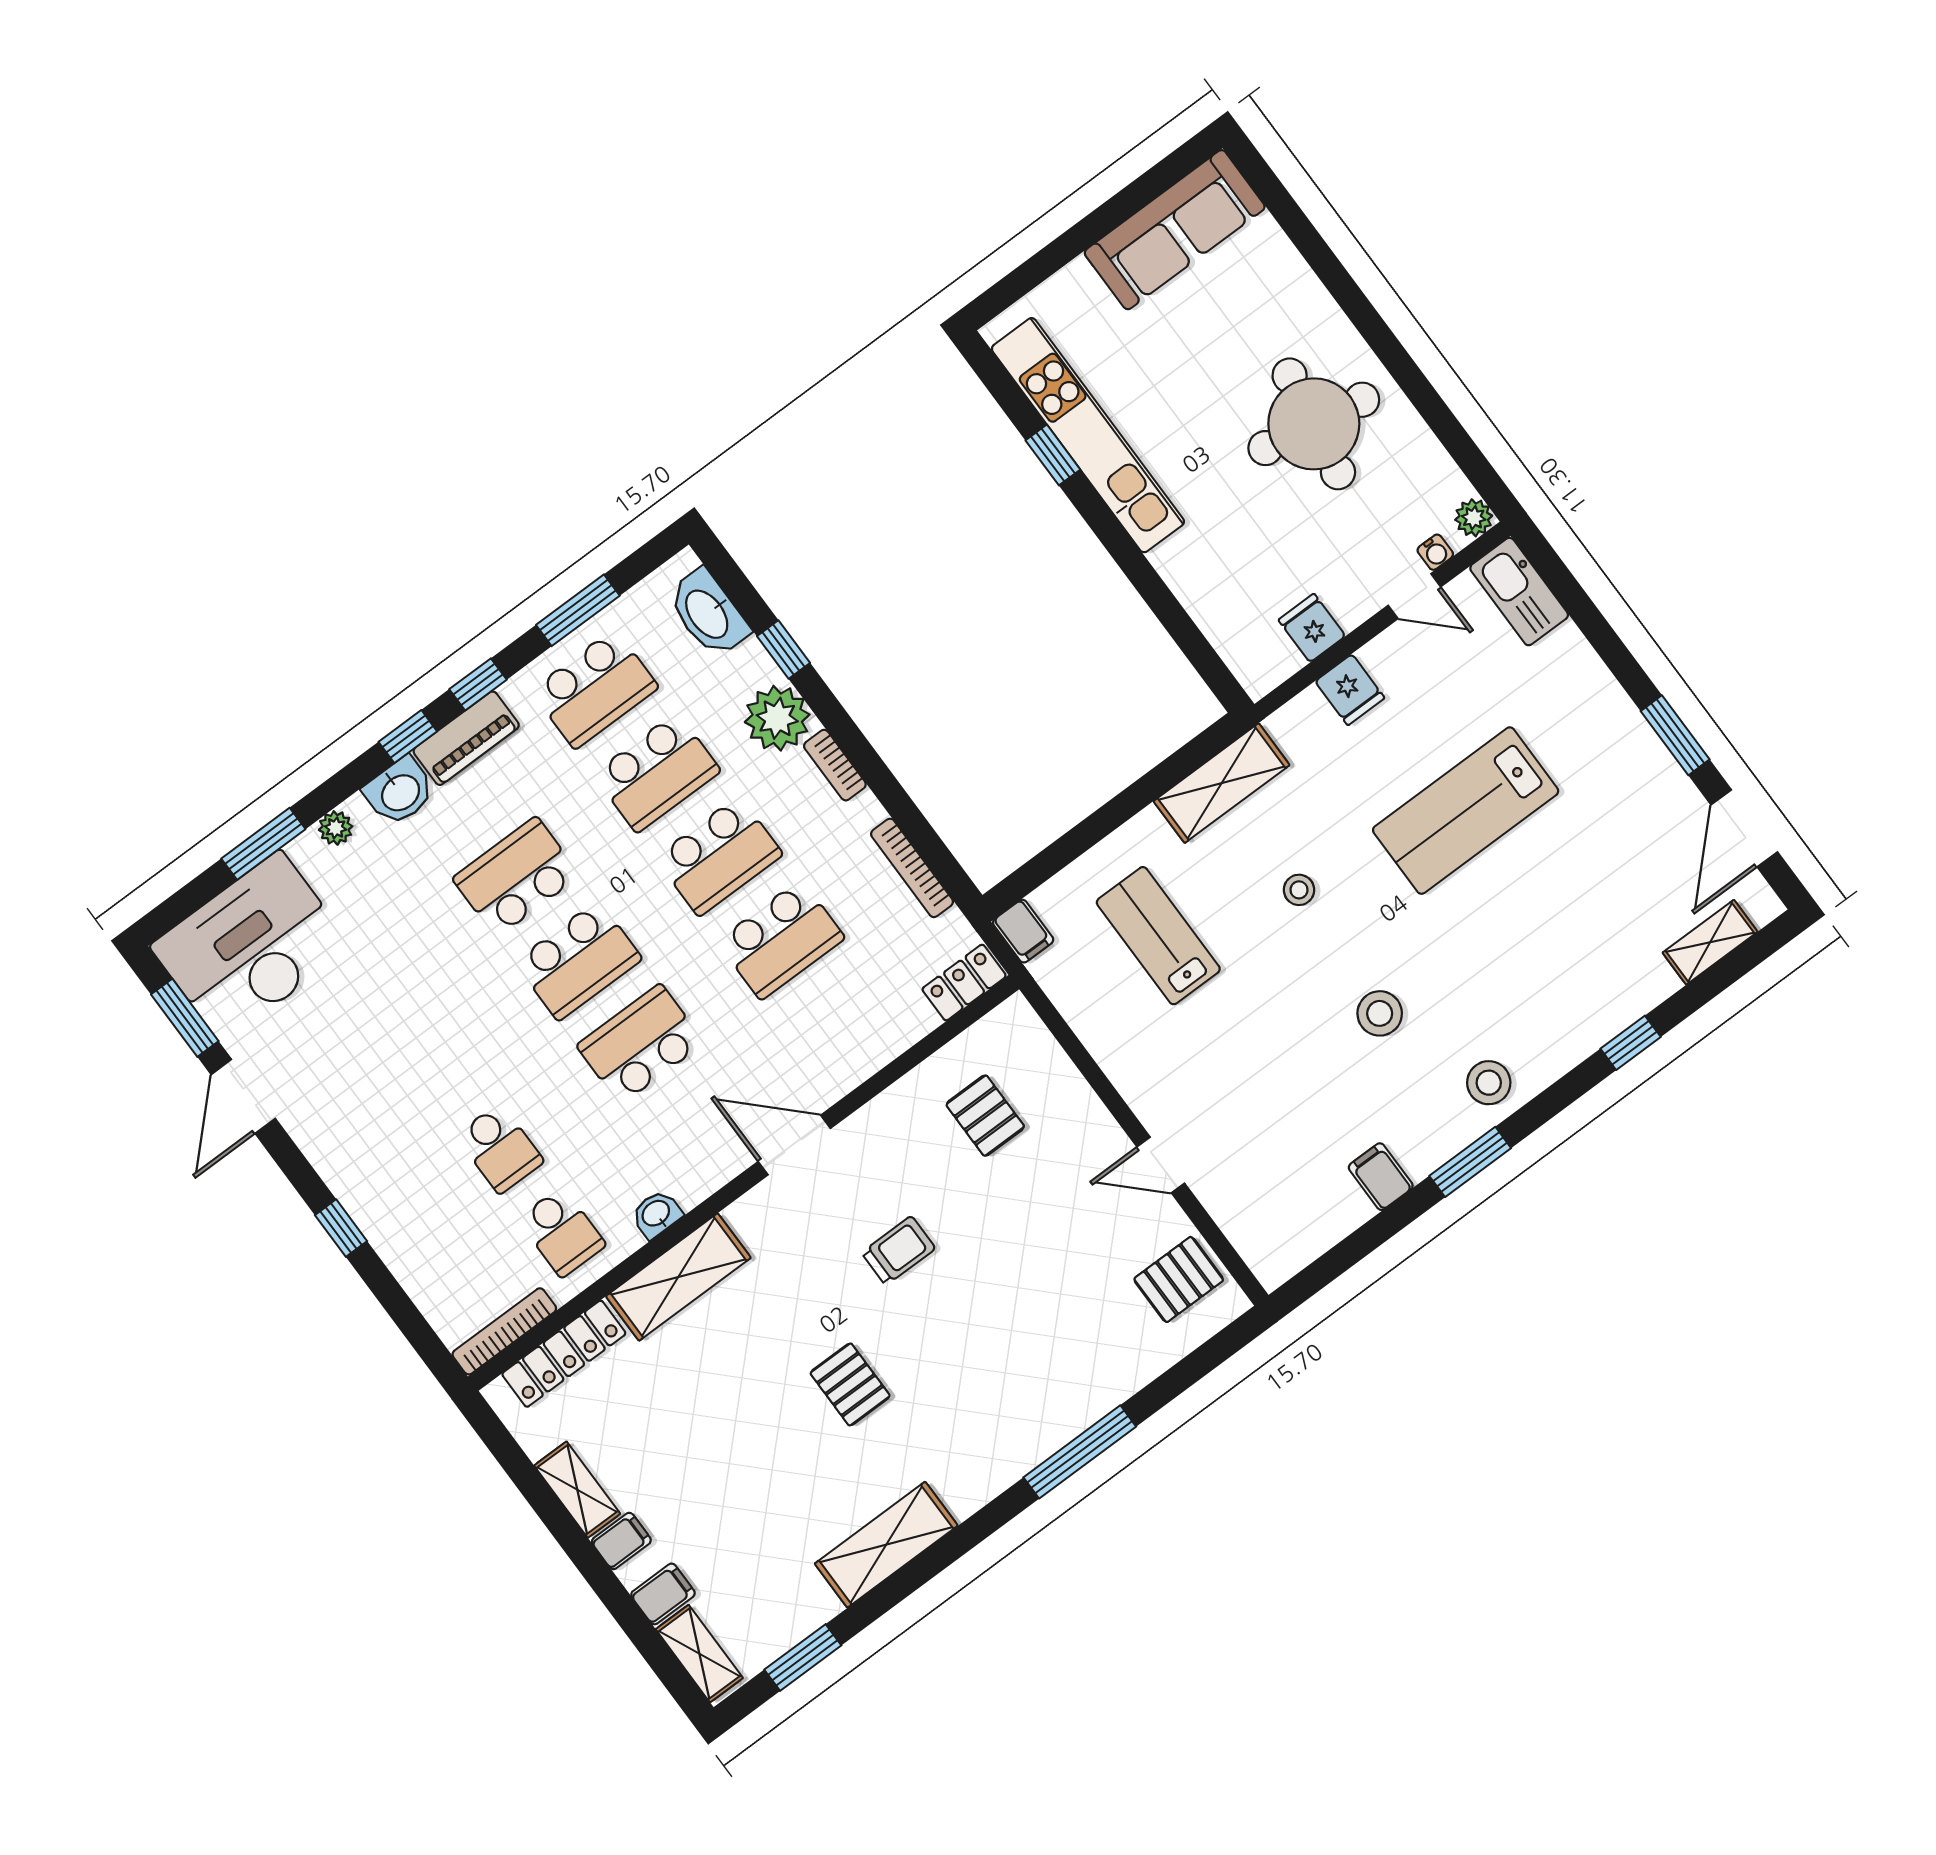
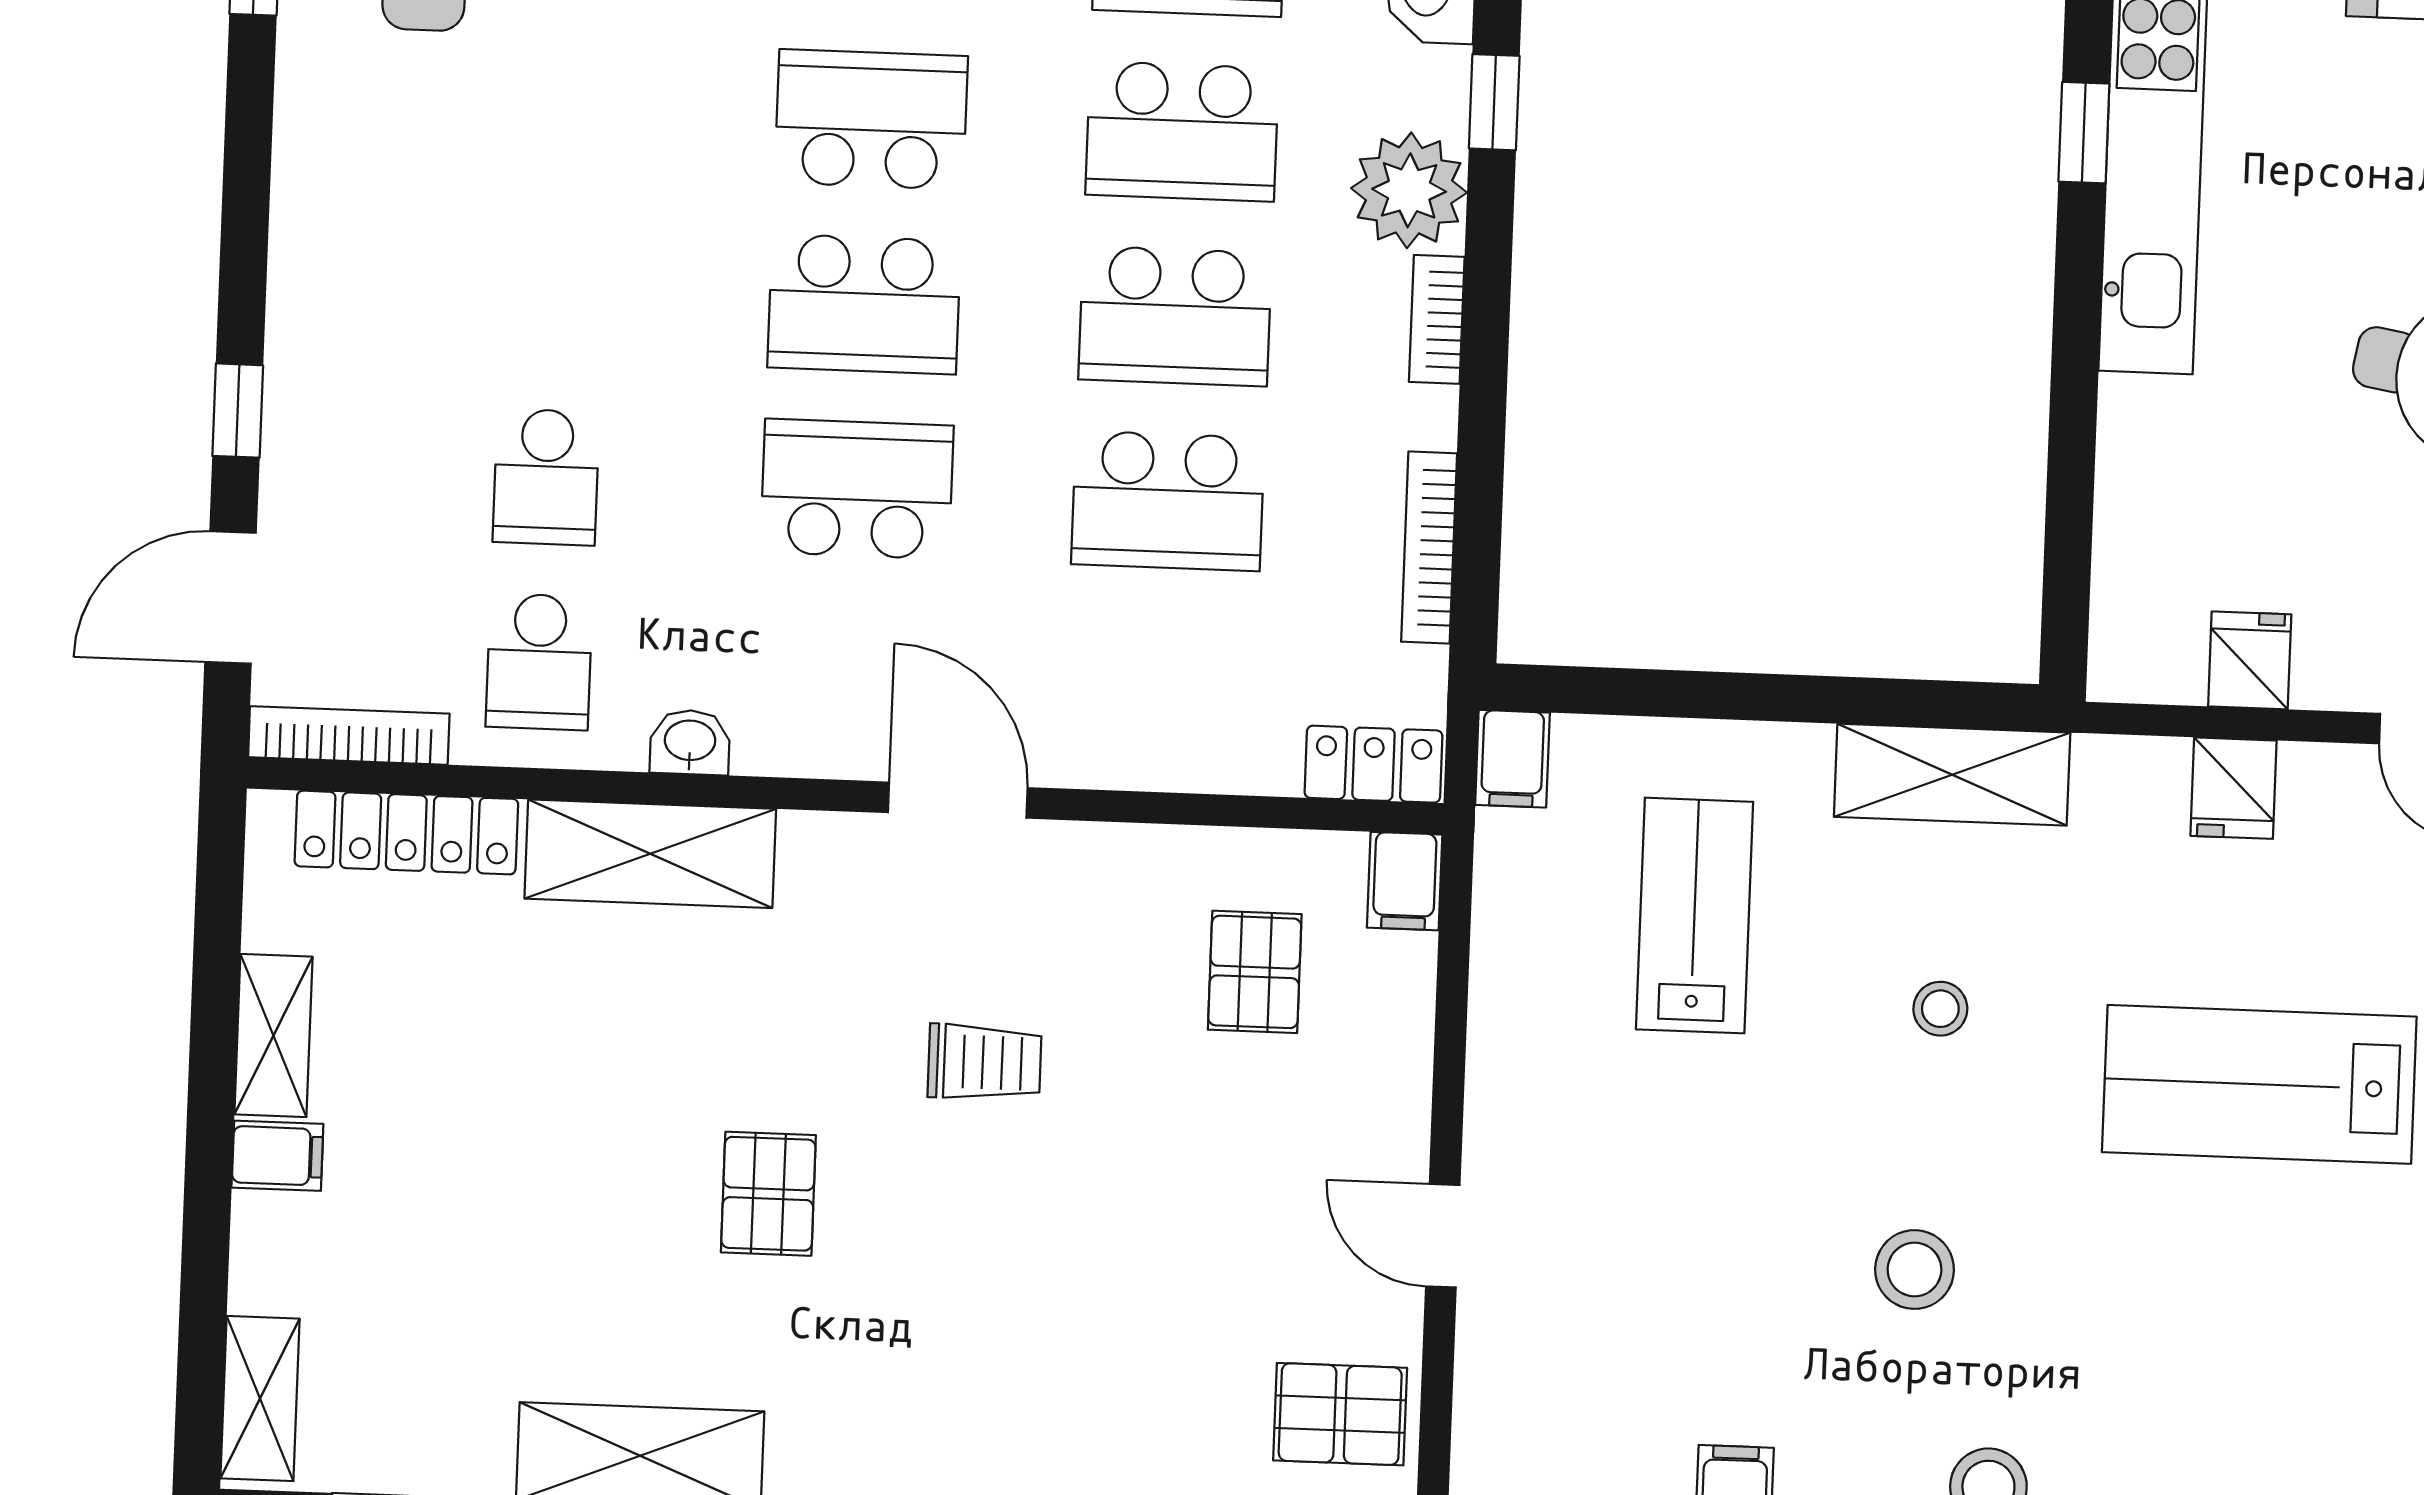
door: (243, 1096) -> (231, 597), moved
filing cabinet: (663, 1594) -> (1405, 881), moved, turned 90

